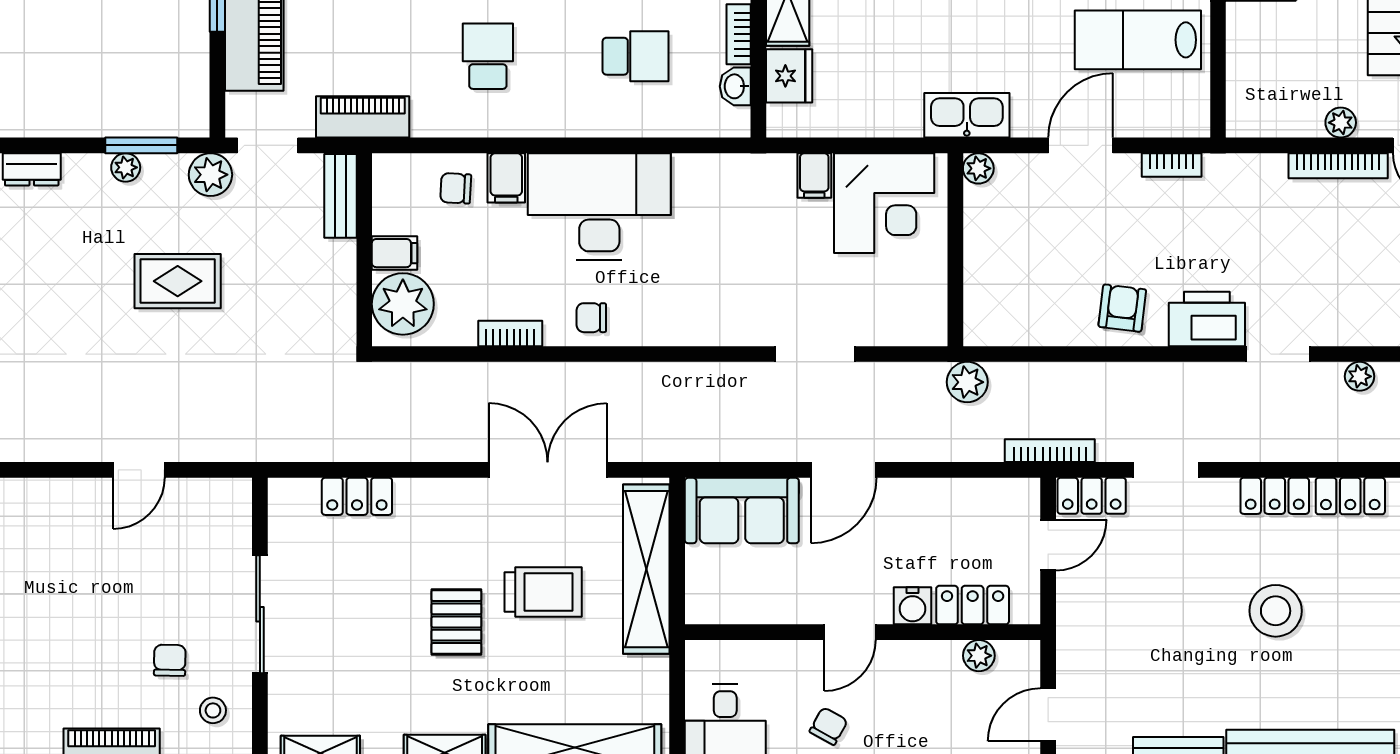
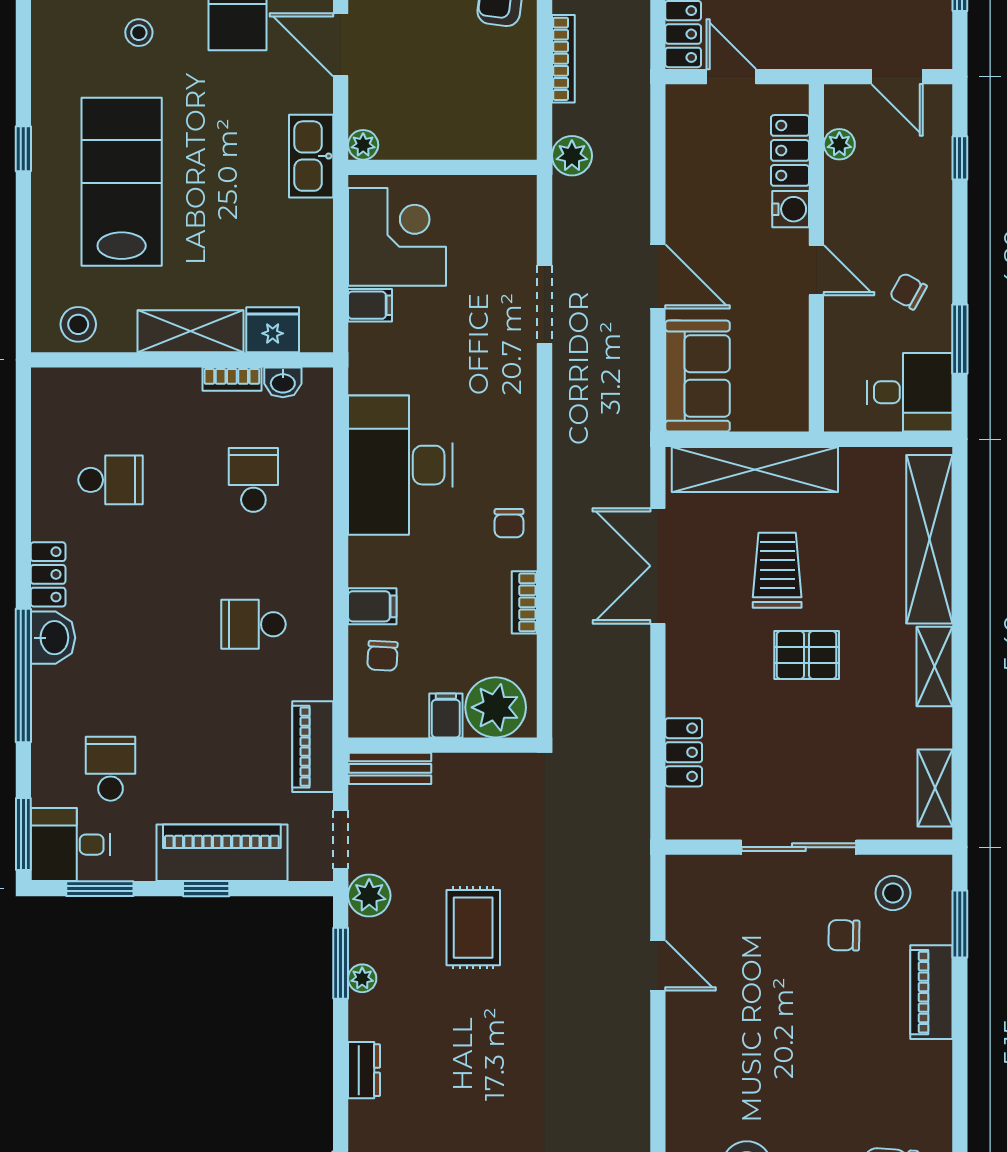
desk: (599, 207) -> (400, 465), moved
bookcase: (1050, 451) -> (563, 59), moved, turned 180
stool: (213, 710) -> (893, 893), width x1.37, depth x1.37

